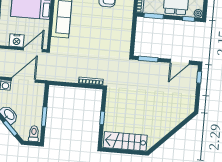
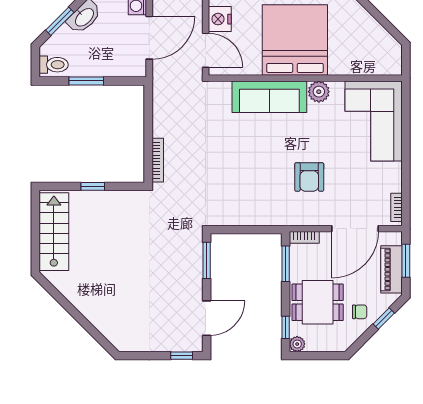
door: (180, 62) -> (207, 318), swing flipped
door: (24, 80) -> (149, 38), hinge flipped

